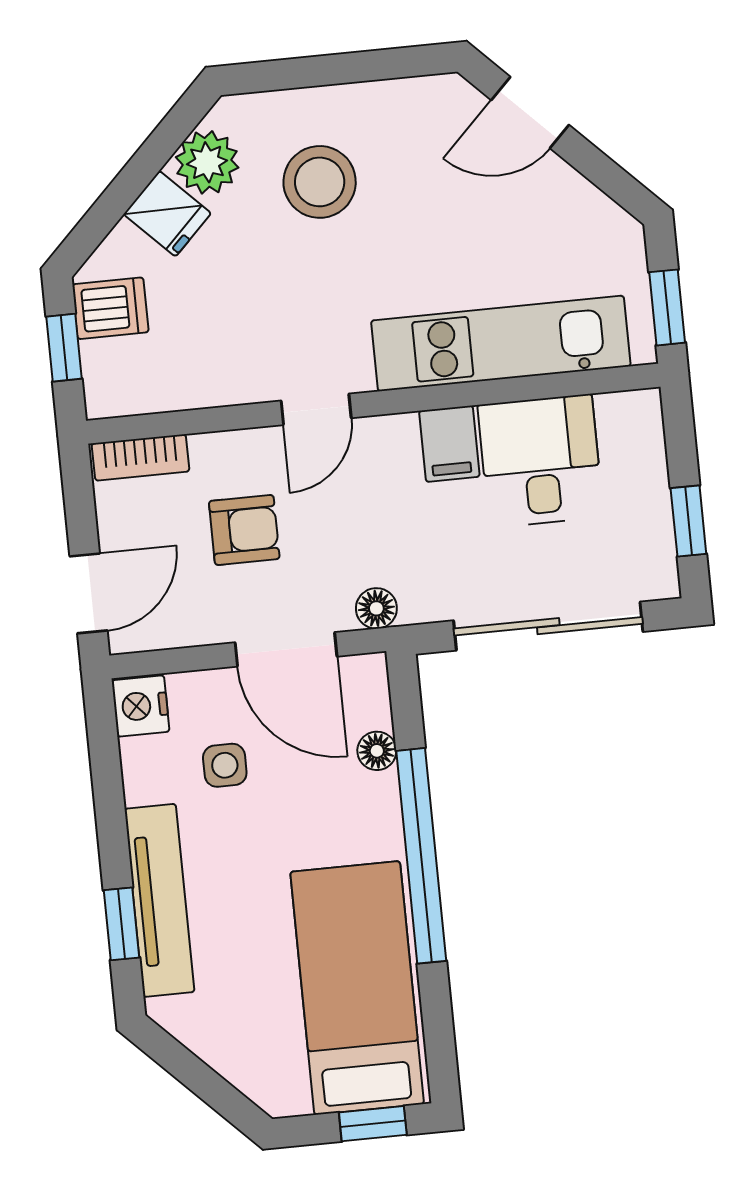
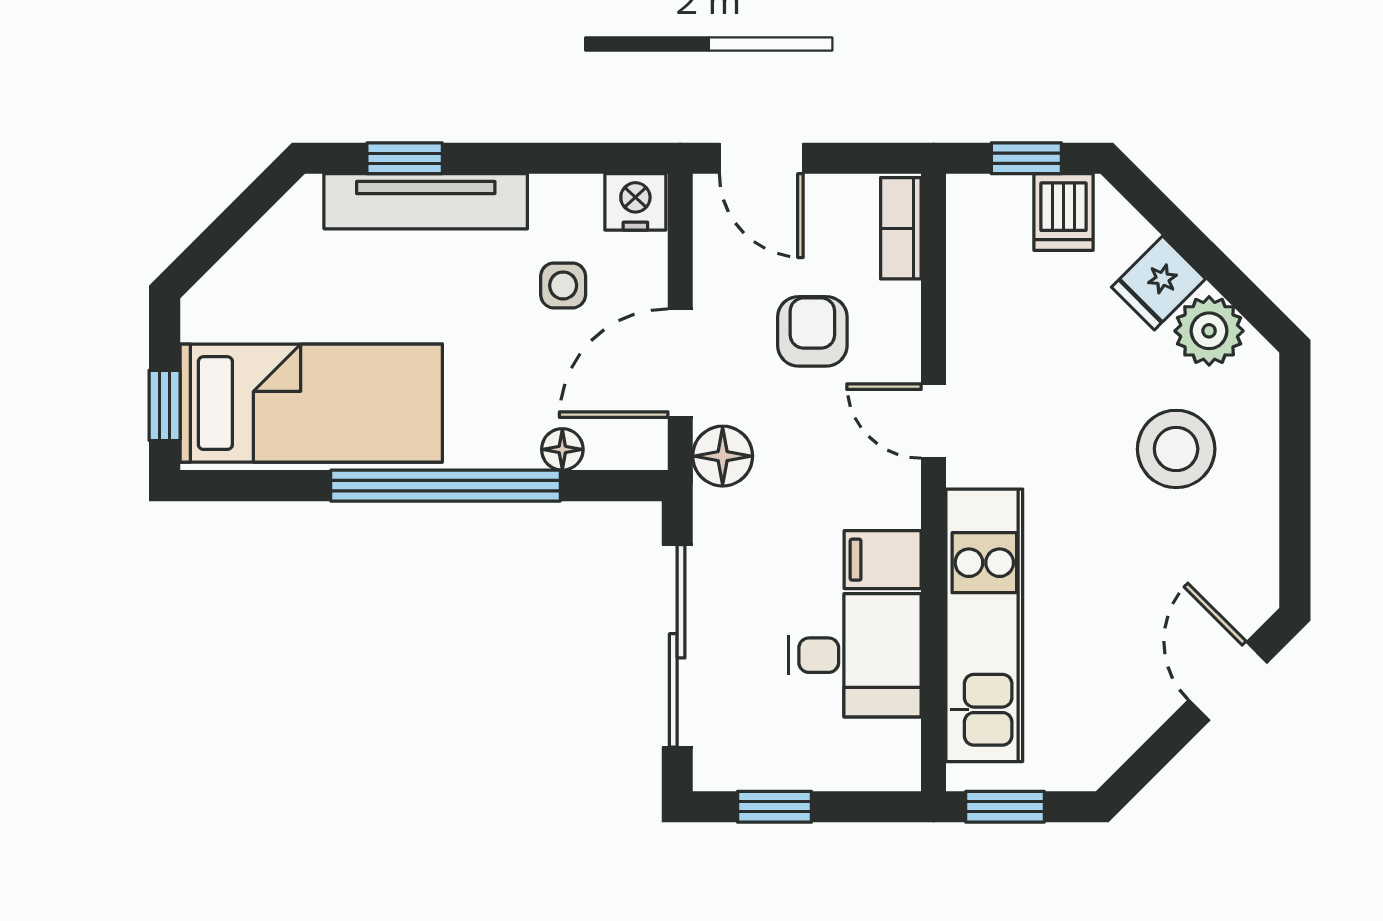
armchair: (244, 530) -> (812, 331), turned 180
floor lamp: (376, 608) -> (723, 456), width x1.37, depth x1.37

